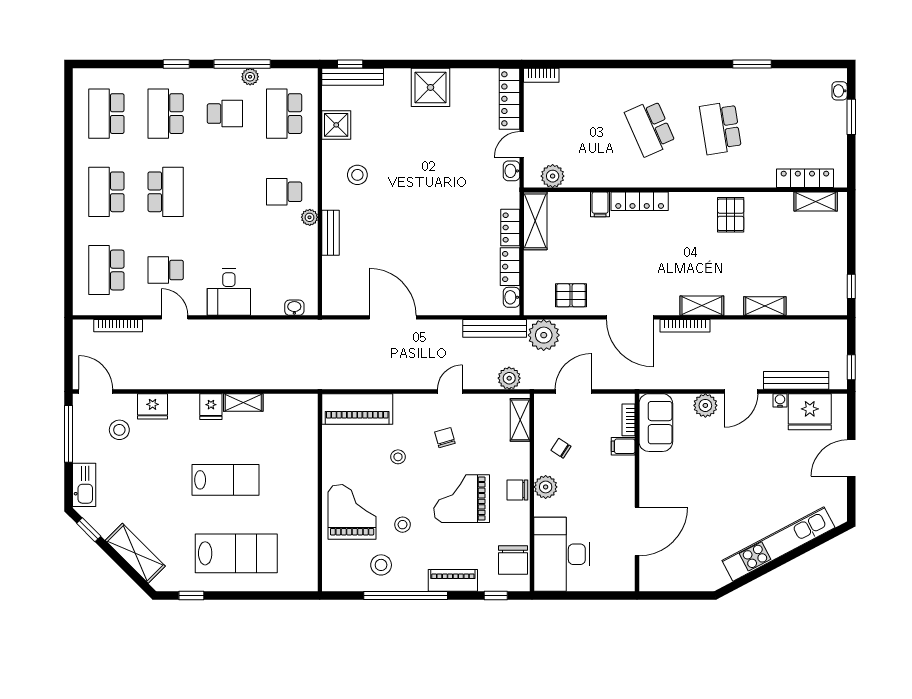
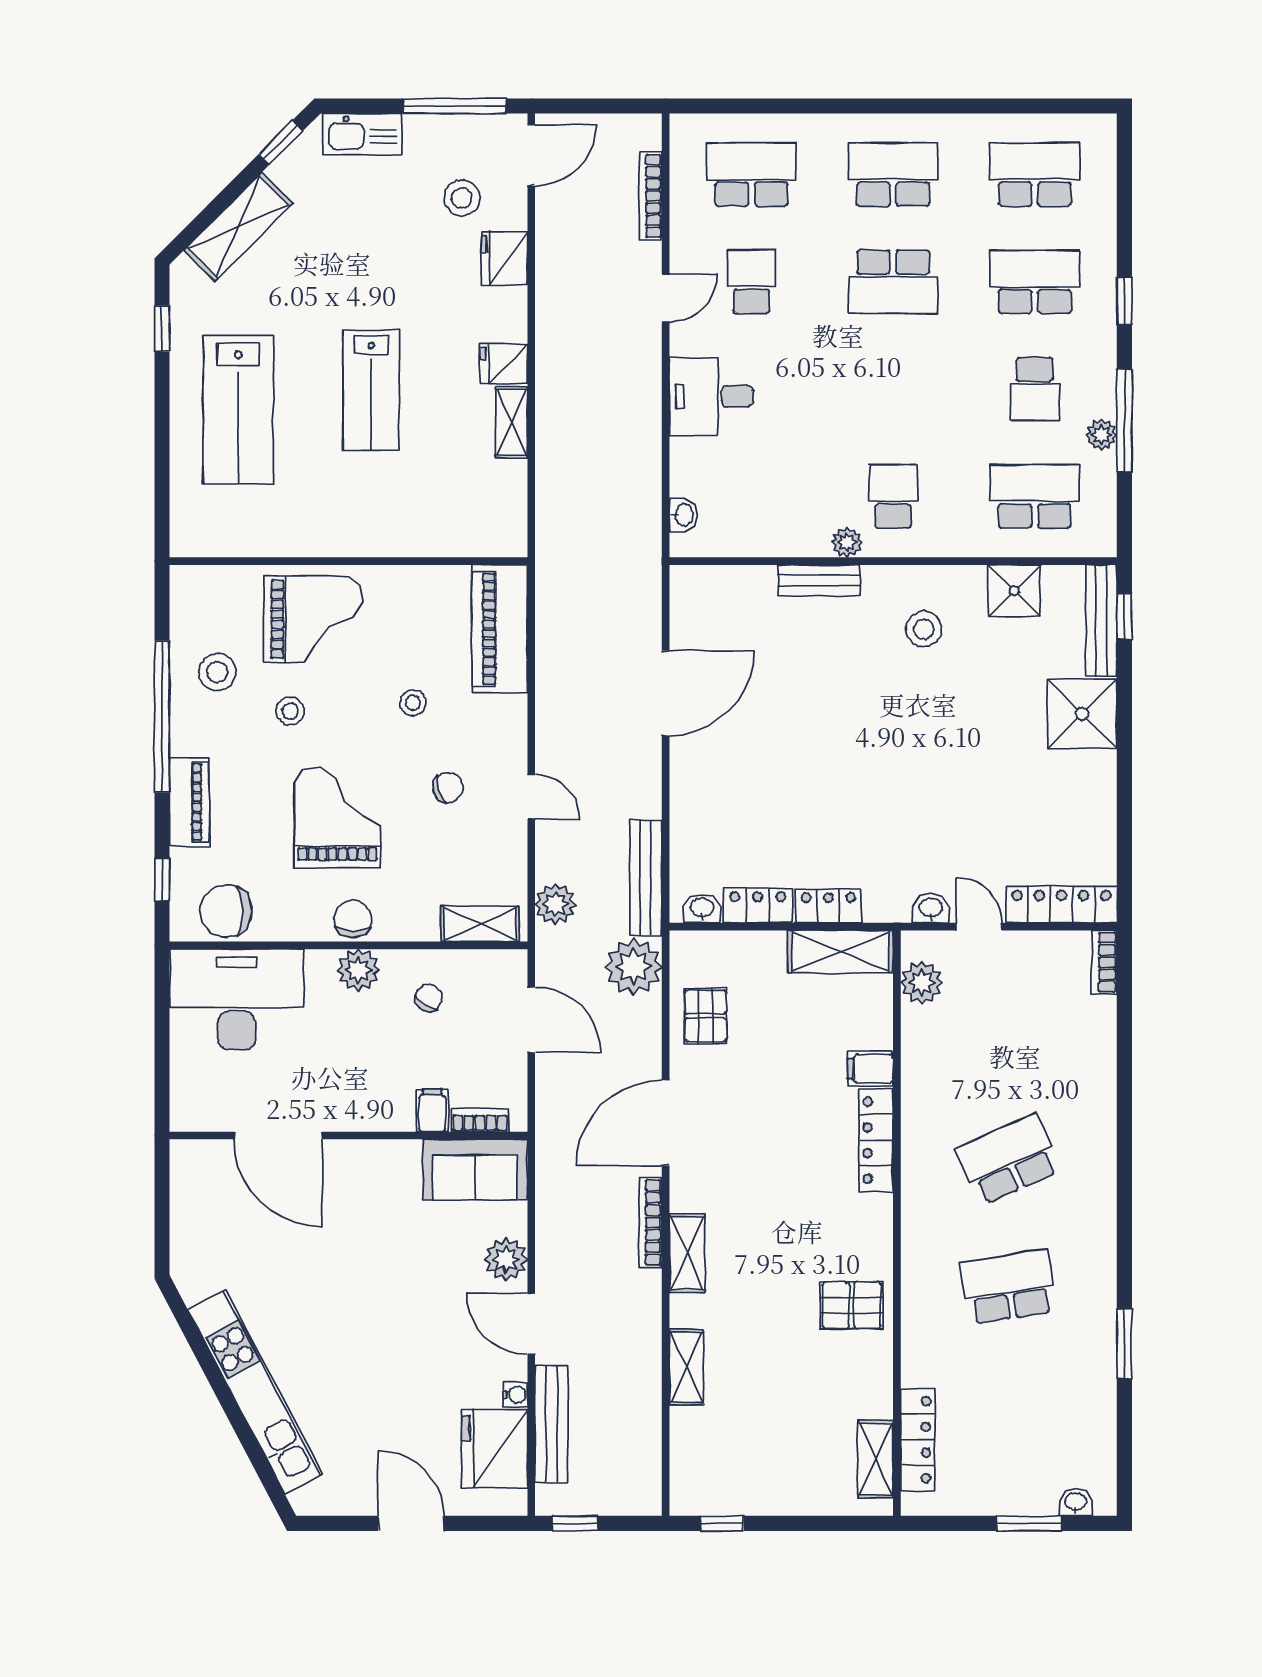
shower: (431, 87) -> (1082, 714), moved

